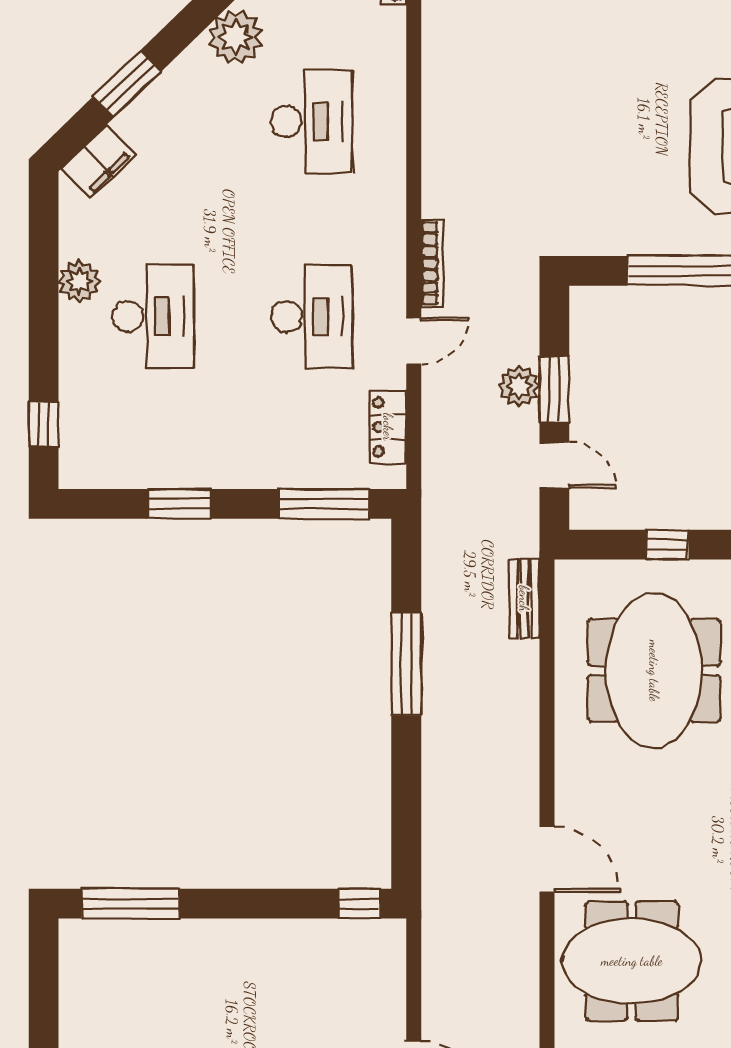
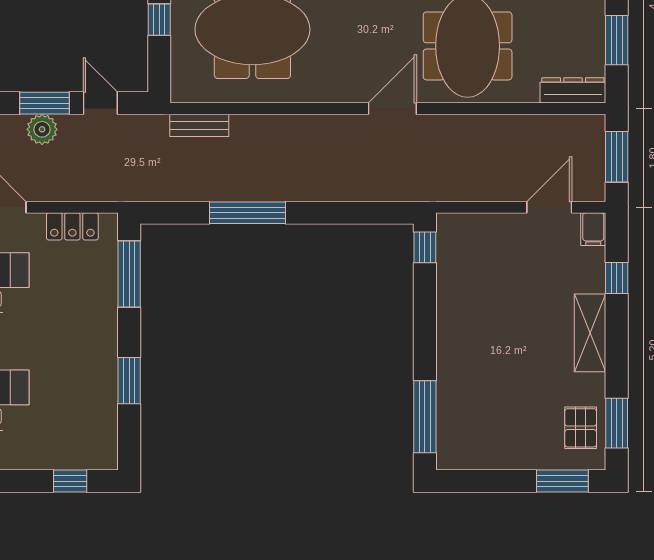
door: (554, 465) -> (100, 103), hinge flipped

